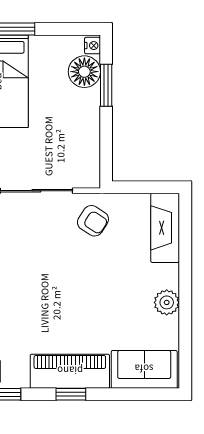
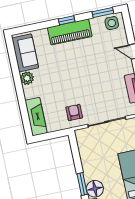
armchair: (93, 221) -> (74, 112), turned 57
sofa: (144, 369) -> (25, 53), moved, turned -90

